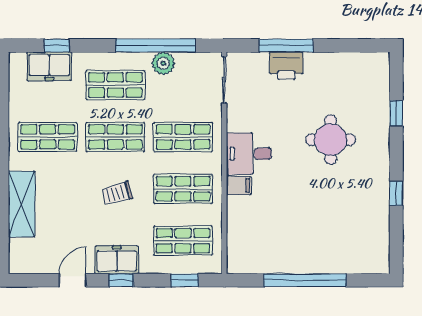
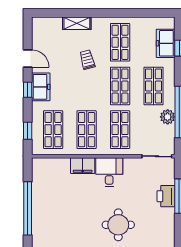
filing cabinet: (239, 186) -> (83, 166), width x2.00
trolley: (117, 193) -> (87, 60), moved
shelving: (22, 204) -> (77, 23), width x0.67, depth x0.75

